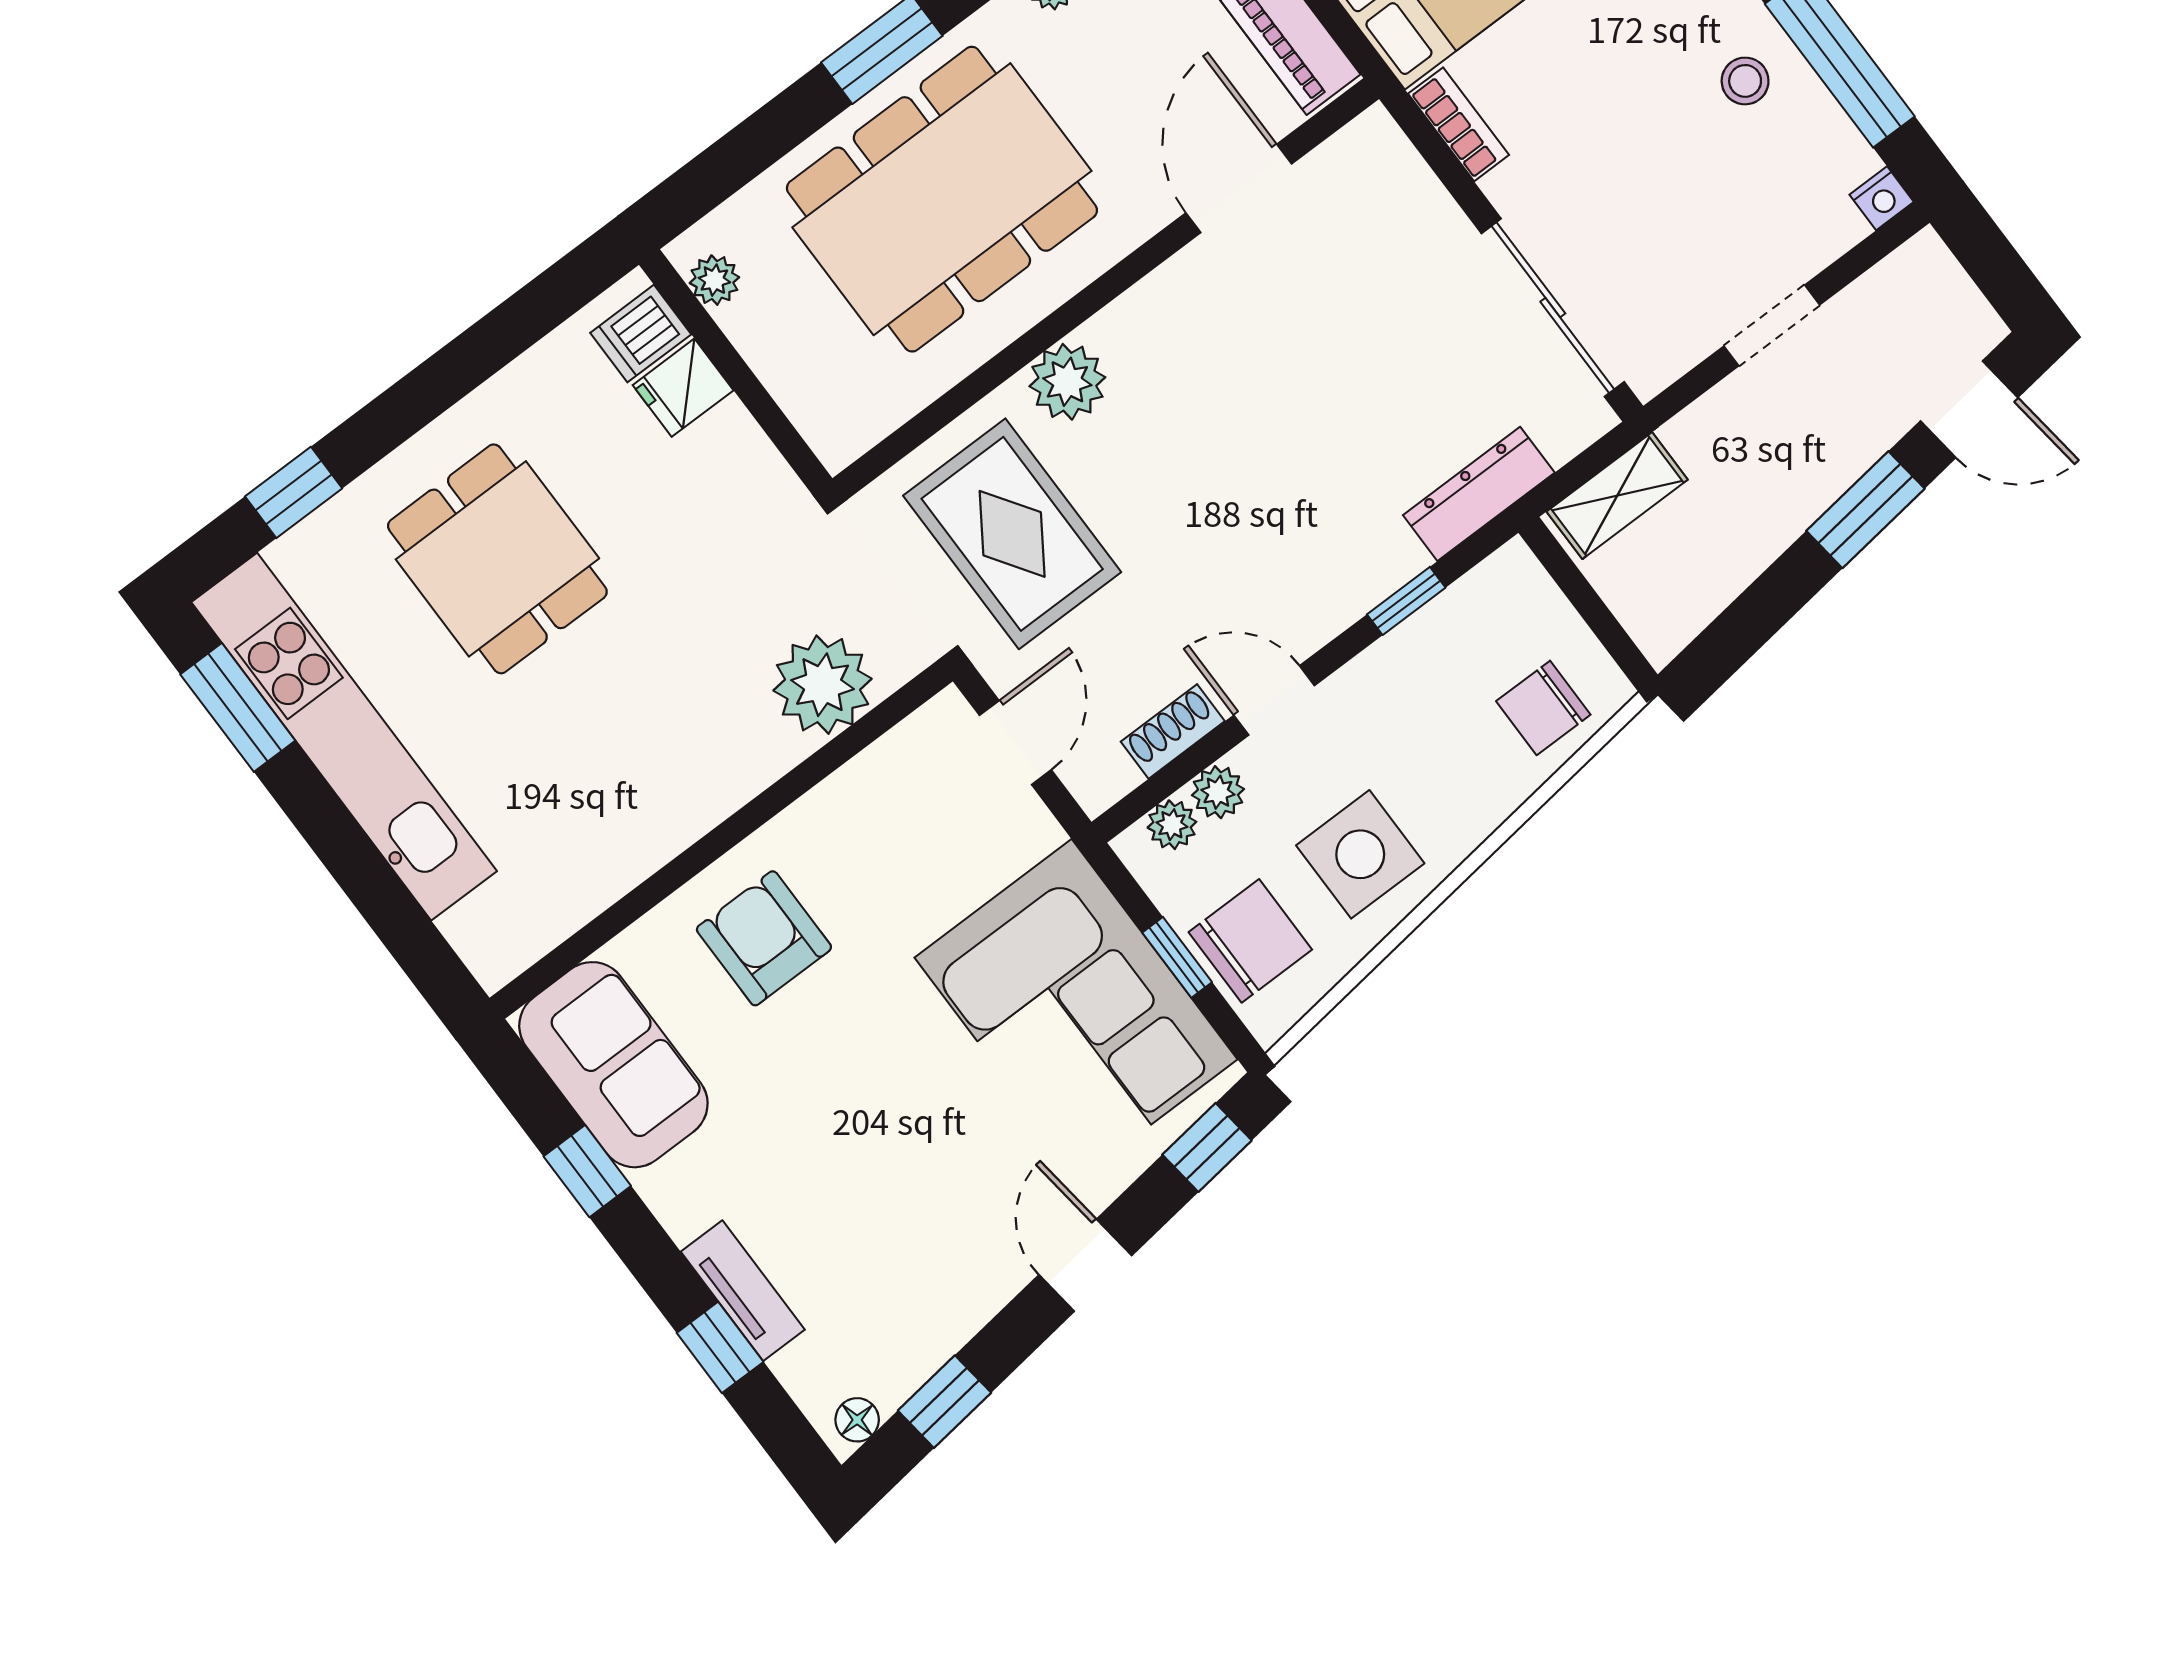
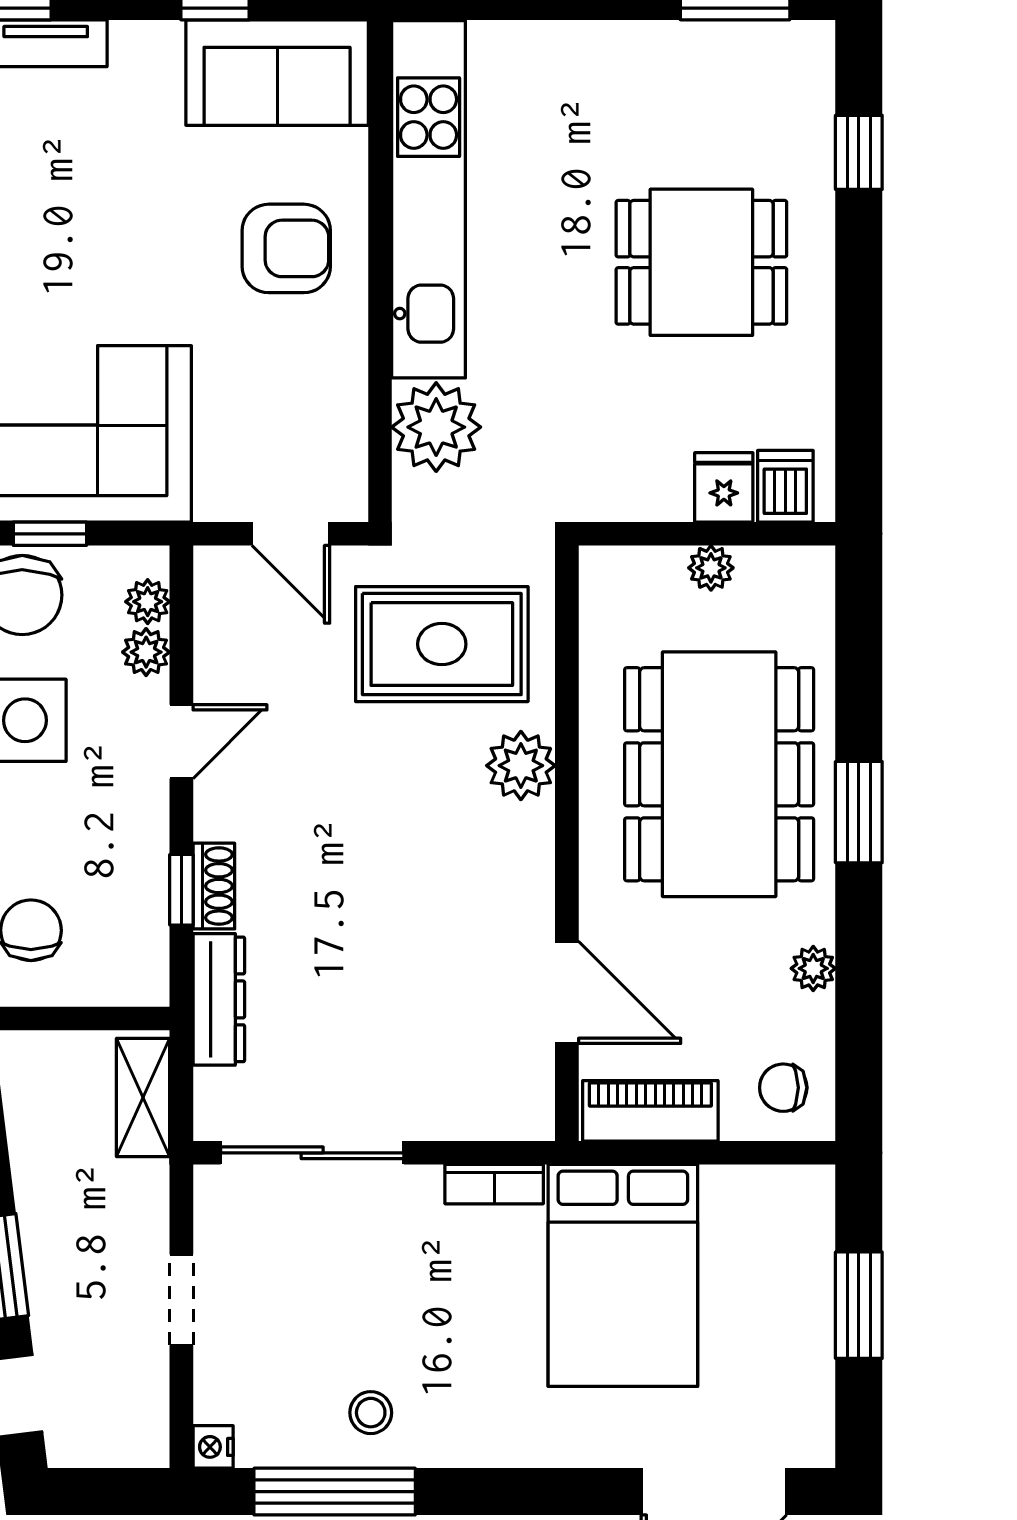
plant: (714, 280) -> (711, 568), moved
shoe rack: (1173, 731) -> (214, 886), moved
kitchen unit: (344, 737) -> (429, 199), moved, turned -90

